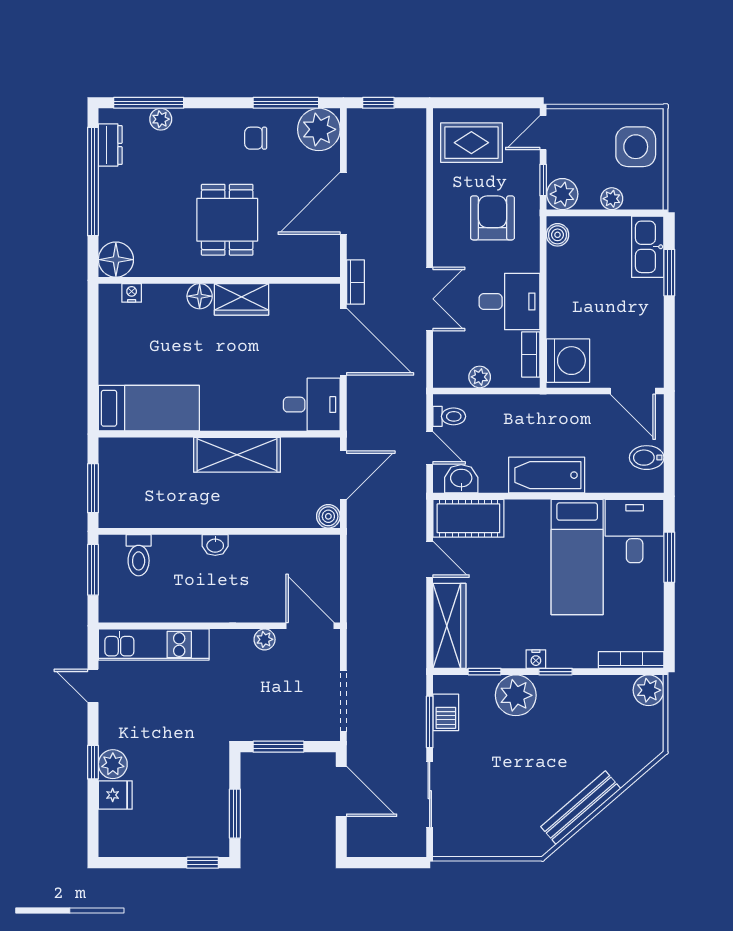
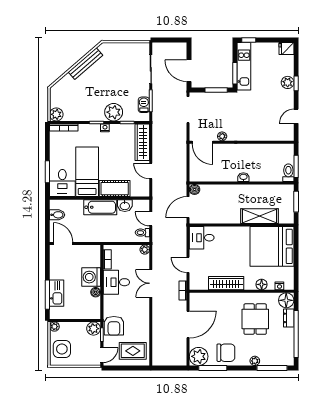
window: (378, 103) -> (173, 368), removed
plant: (161, 119) -> (255, 361), moved
chair: (256, 138) -> (226, 353), width x1.87, depth x1.87
dresser: (110, 145) -> (289, 318), moved
plant: (612, 199) -> (54, 327), moved
armchair: (492, 218) -> (114, 326), moved
dining table: (227, 220) -> (255, 319), moved
boiler: (557, 235) -> (96, 292), moved
kitchen sink: (648, 247) -> (57, 293), moved
window: (669, 273) -> (47, 295), width x1.44
floor lamp: (200, 296) -> (262, 284), moved
wardrobe: (242, 299) -> (226, 283), width x1.50
door: (343, 342) -> (188, 265), width x0.53
washing machine: (568, 361) -> (91, 277), moved
plant: (480, 377) -> (145, 250), moved
bed: (149, 408) -> (272, 246), width x2.04
shelving: (237, 455) -> (260, 216), moved
washbasin: (461, 479) -> (125, 206), moved
cot: (468, 518) -> (115, 189), moved
toilet: (139, 555) -> (288, 173), moved
kitchen unit: (154, 645) -> (244, 66), moved, turned 90
door: (93, 686) -> (296, 116), swing flipped
fridge: (115, 795) -> (287, 48), moved
window: (235, 814) -> (235, 73), moved

